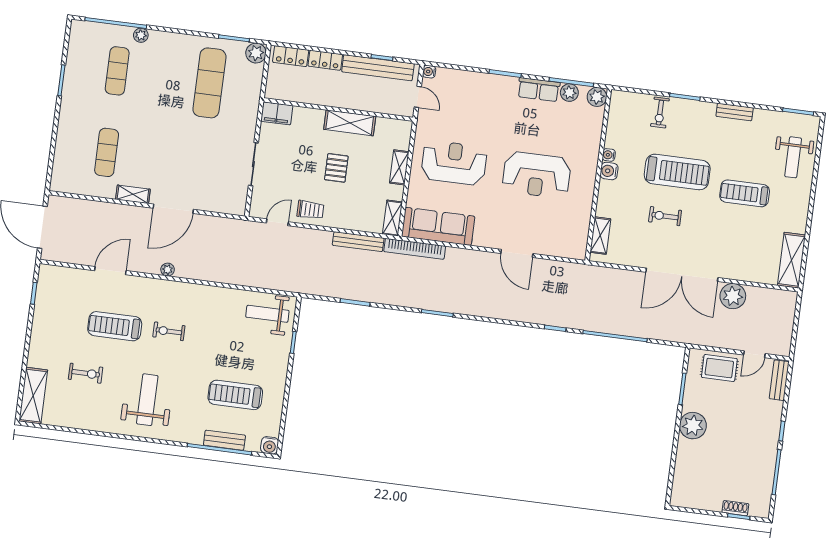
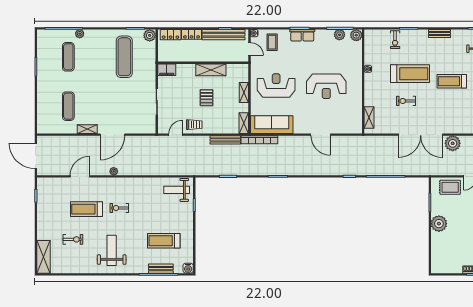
row of seats: (539, 90) -> (302, 35), moved
coffee table: (457, 91) -> (272, 42), added
water cooler: (609, 171) -> (369, 78), removed

